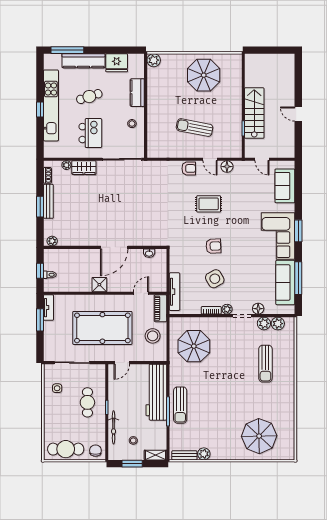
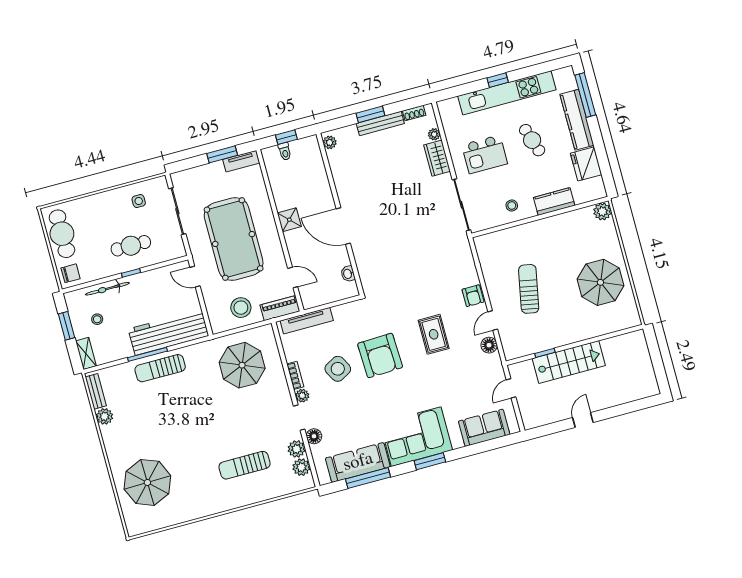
armchair: (213, 246) -> (380, 355), width x1.88, depth x1.88

